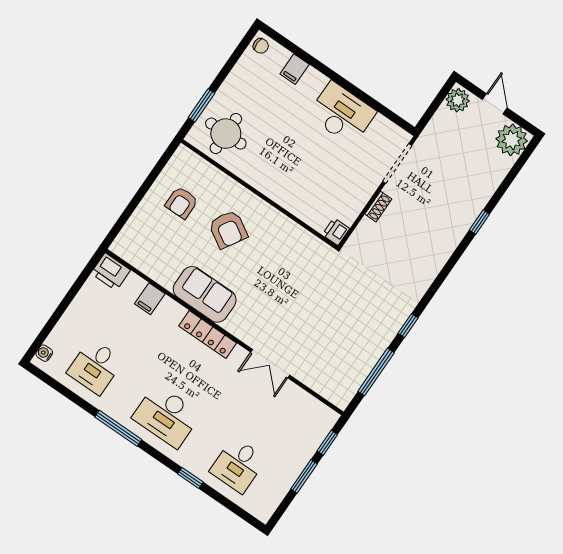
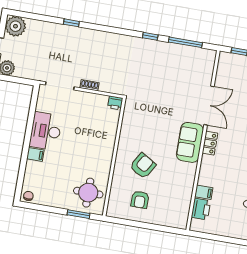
filing cabinet: (295, 69) -> (35, 154), moved
armchair: (182, 203) -> (140, 200), turned 90
printer: (111, 272) -> (201, 209), moved
sofa: (205, 294) -> (190, 142), moved
locker: (208, 334) -> (210, 143), width x0.66
double door: (270, 364) -> (209, 105), width x1.37

